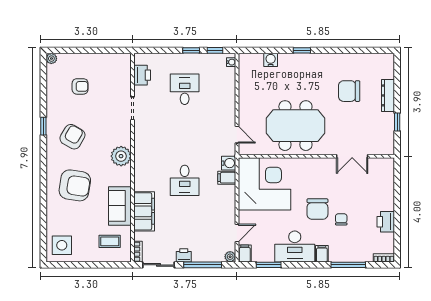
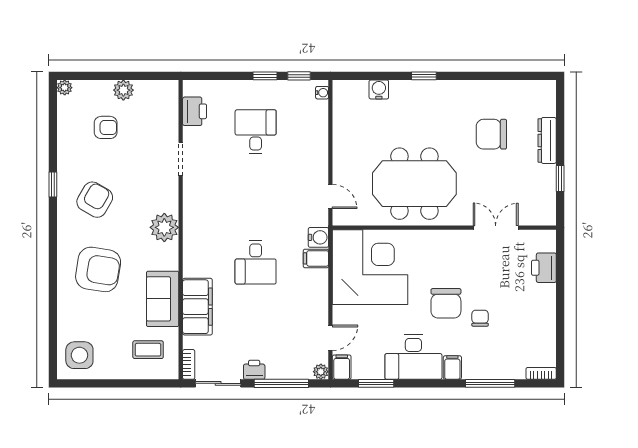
plant: (93, 60) -> (123, 90), added
double door: (352, 156) -> (496, 228), swing flipped
printer: (386, 222) -> (544, 268), moved

